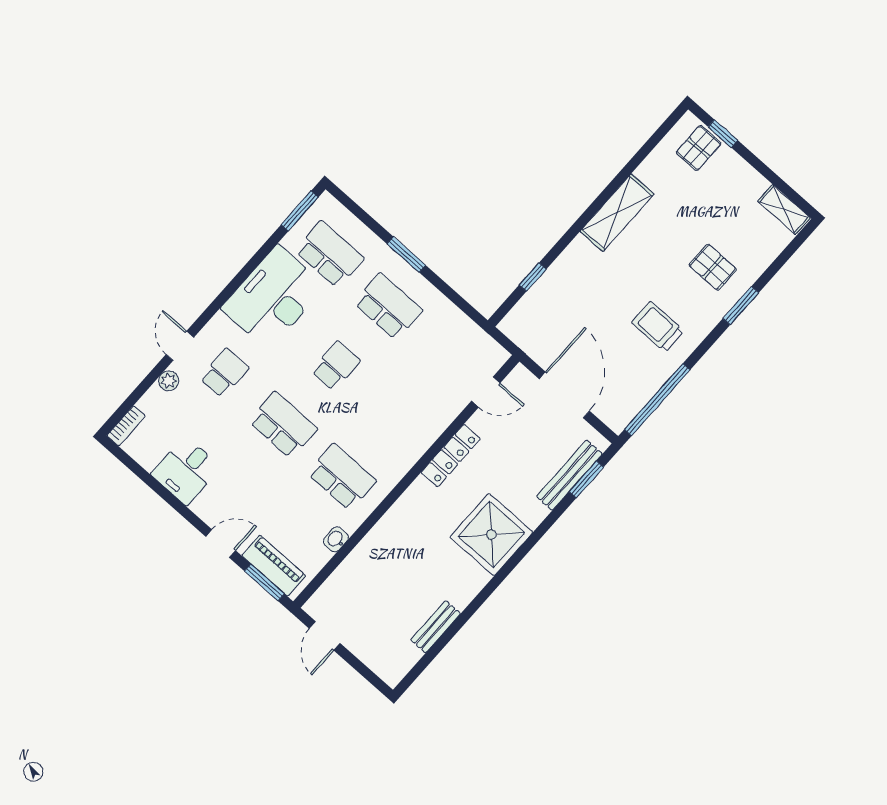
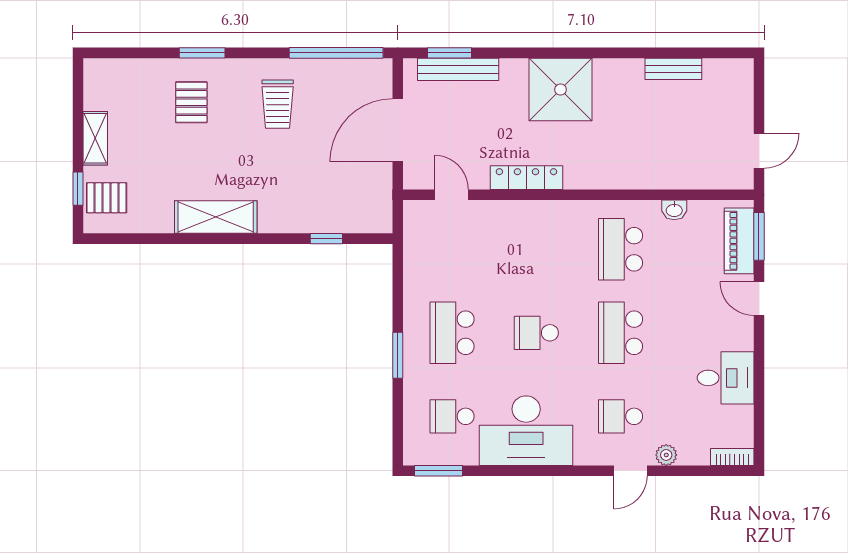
shelving: (784, 209) -> (95, 138), moved
school desk: (329, 254) -> (452, 416), width x0.54

